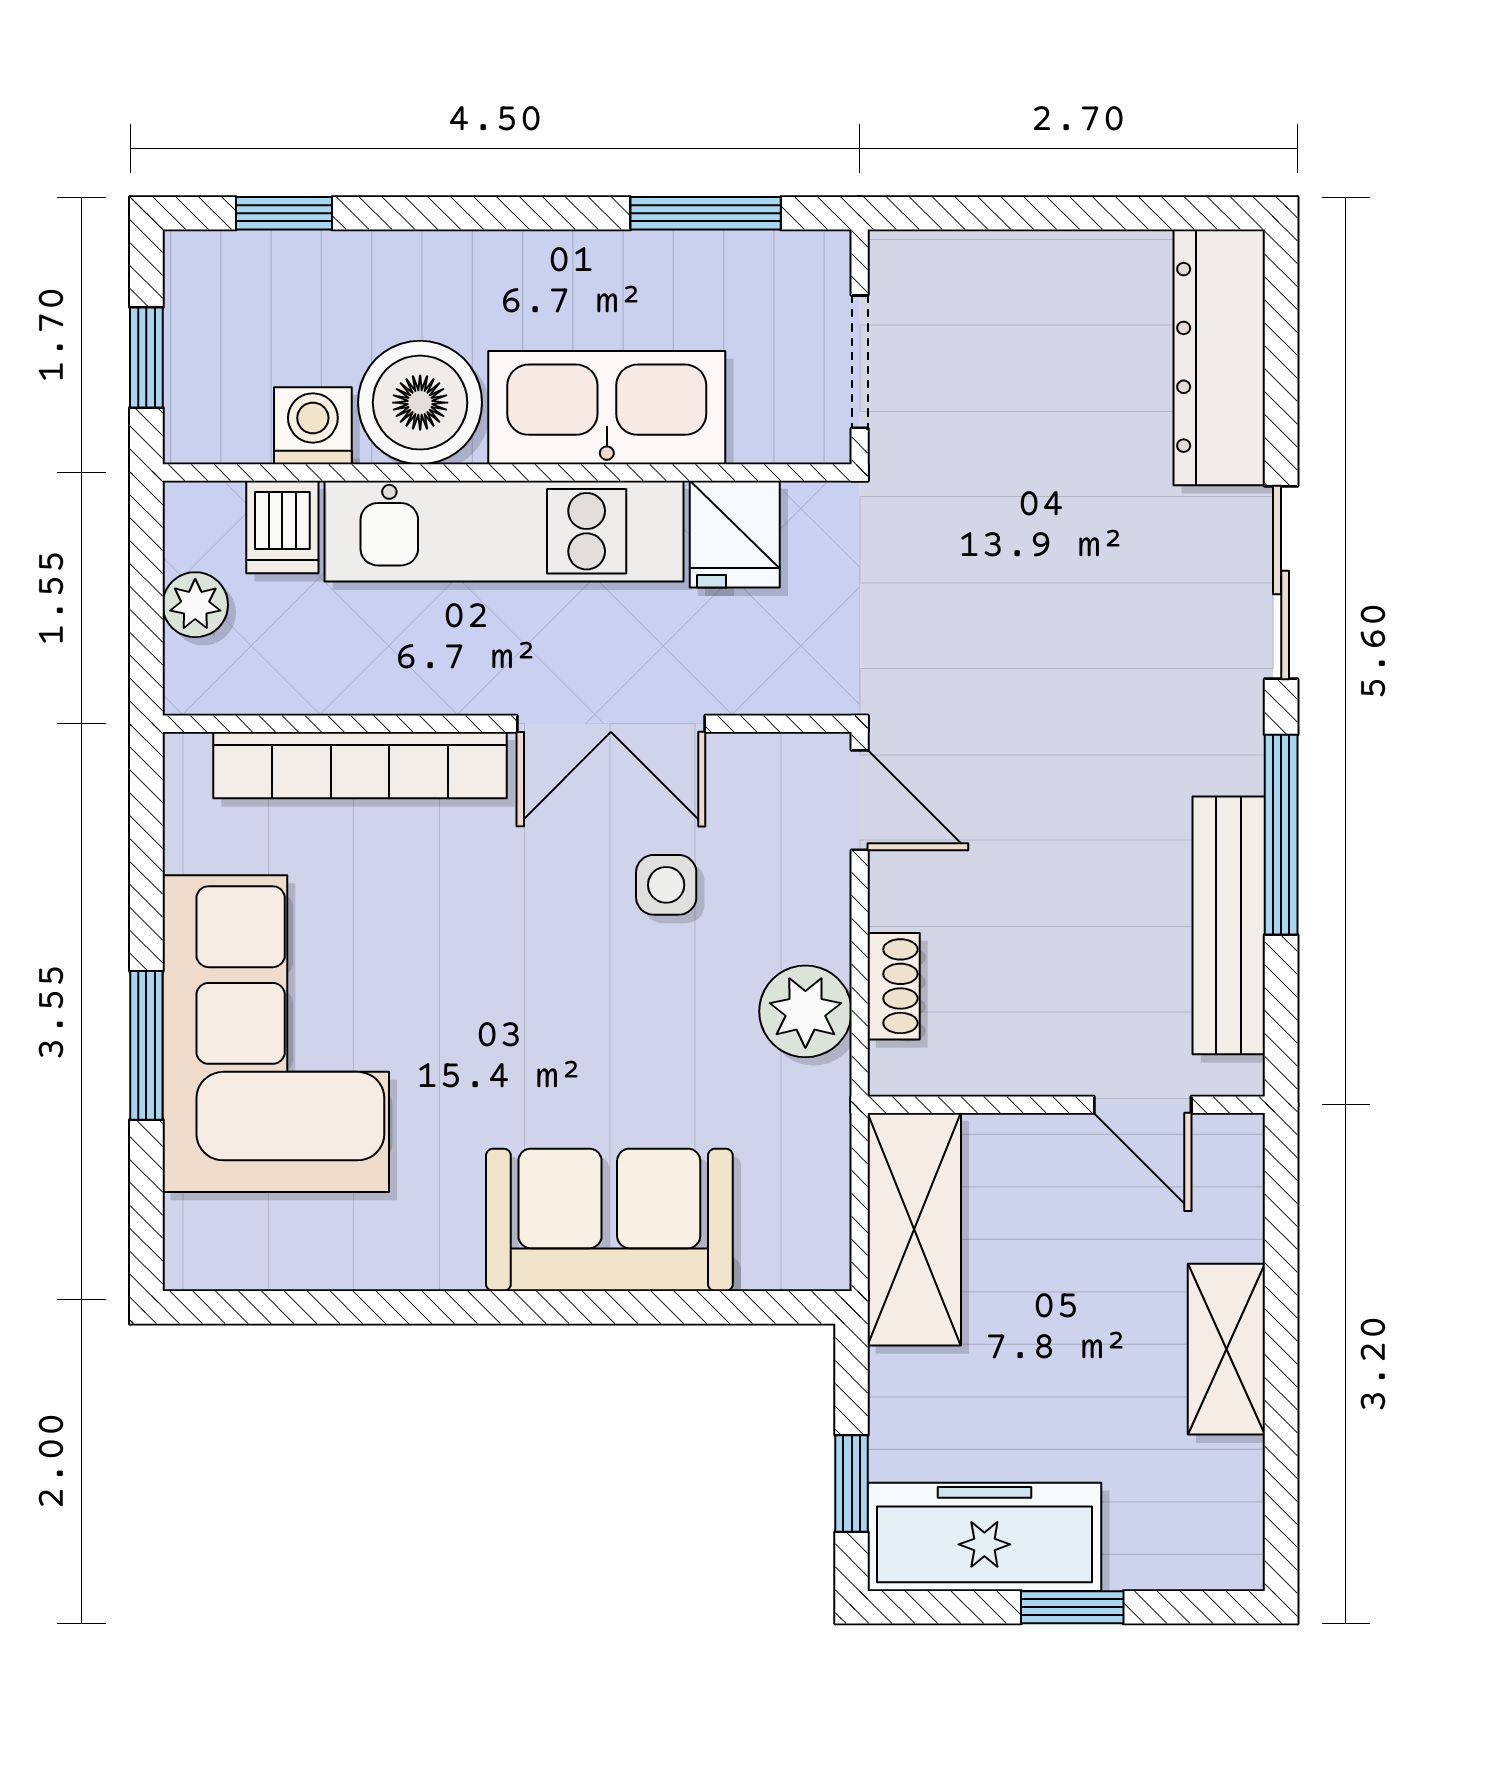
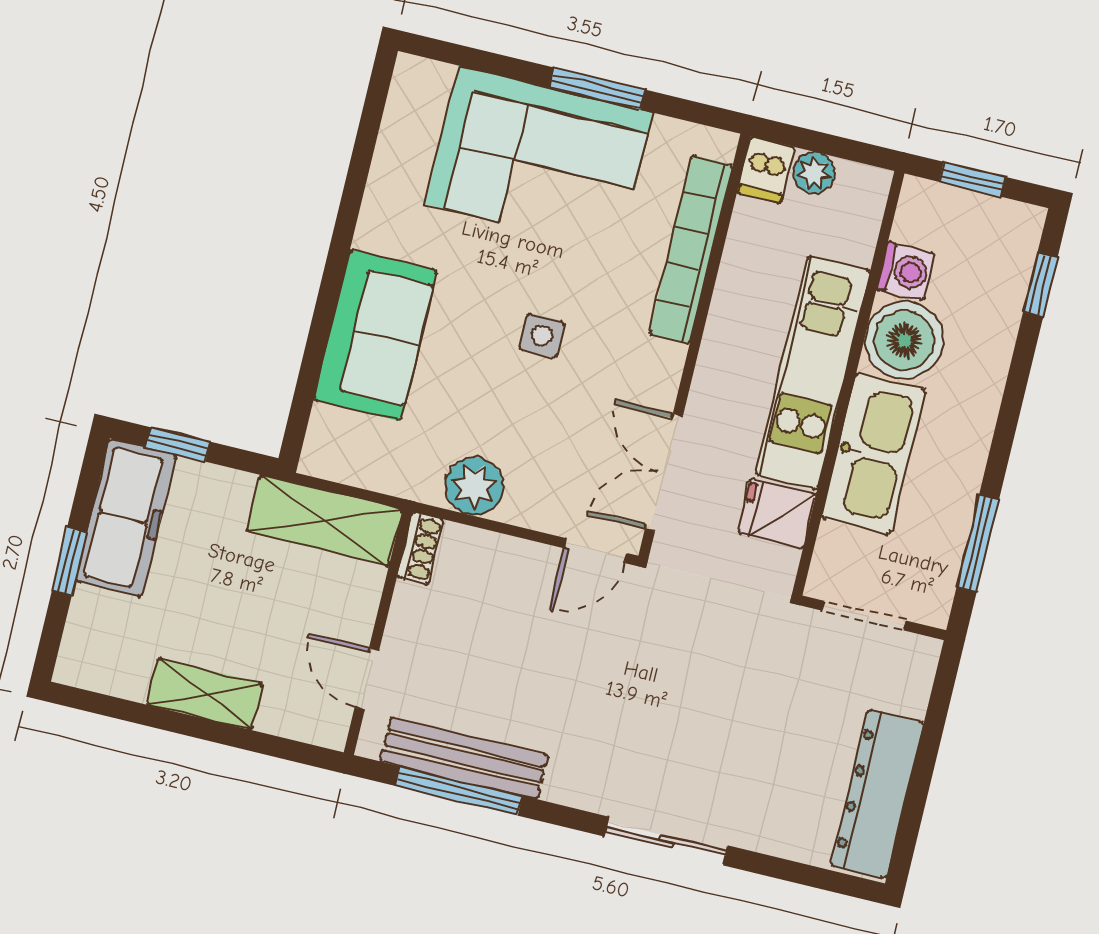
dresser: (1219, 357) -> (877, 794), moved, turned -90
dishwasher: (282, 527) -> (766, 170), moved, turned -90
double door: (611, 724) -> (664, 473), moved
window: (1281, 835) -> (459, 791), moved
side table: (666, 885) -> (542, 336), moved
shoe rack: (894, 986) -> (421, 548), moved, turned -90
window: (146, 1045) -> (597, 89), moved
door: (1143, 1105) -> (367, 679), hinge flipped

